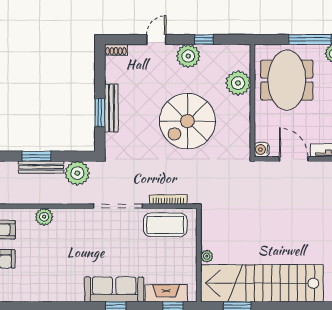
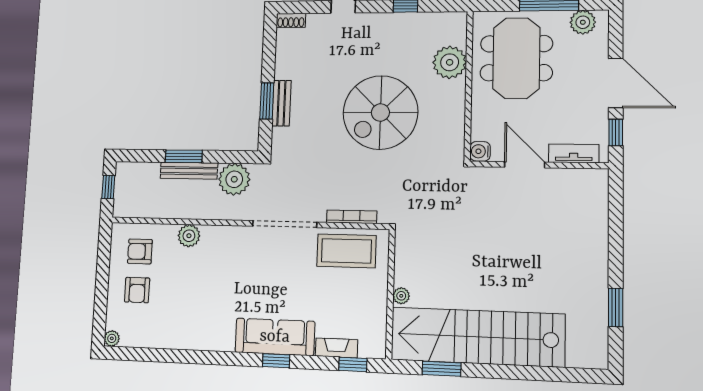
plant: (188, 56) -> (384, 28), removed
bench: (111, 108) -> (281, 103), width x0.73
fireplace: (166, 293) -> (336, 348), width x0.73, depth x0.76

